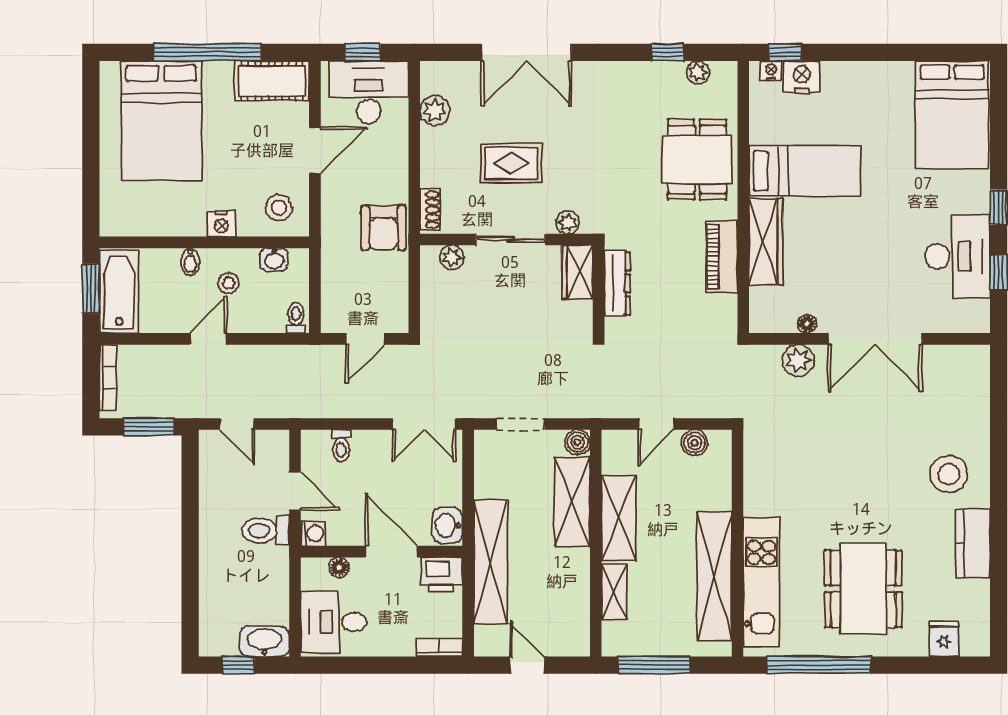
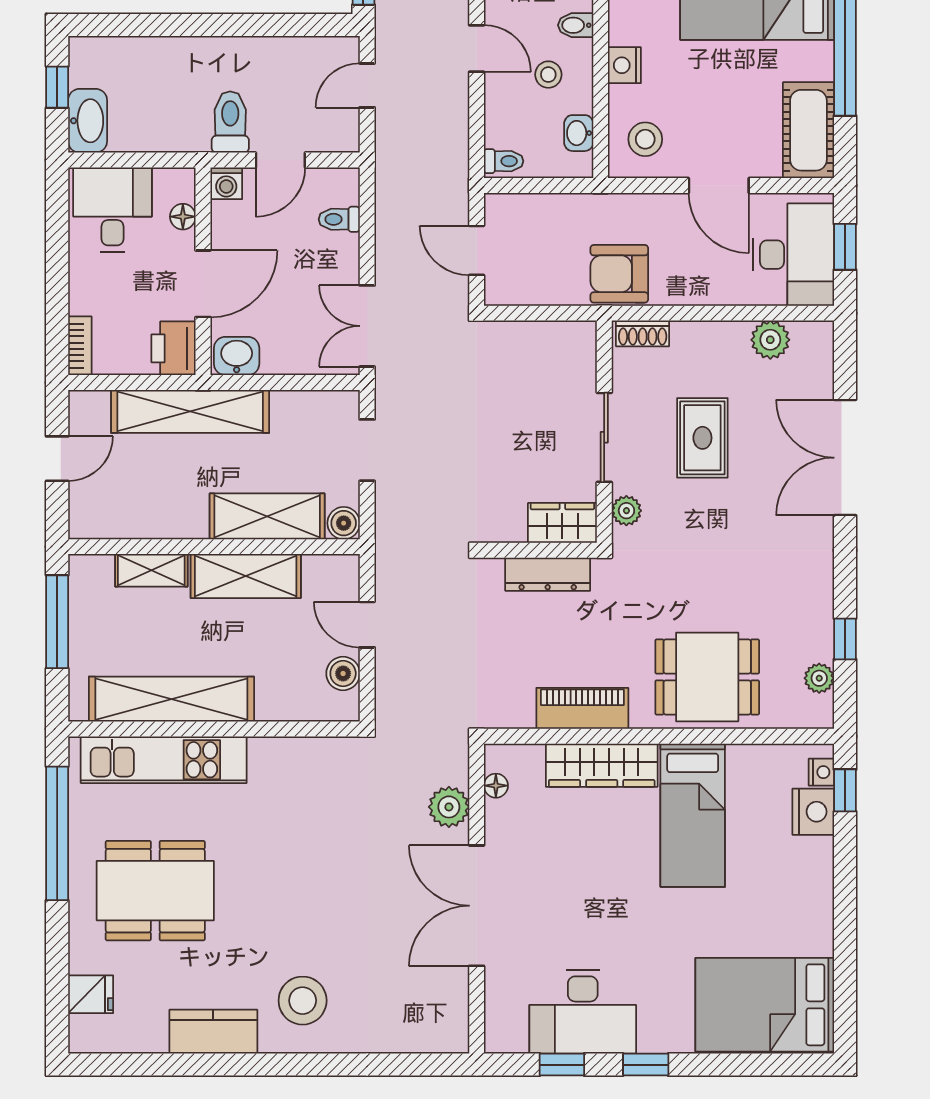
plant: (452, 257) -> (581, 362), removed
floor lamp: (807, 324) -> (496, 786), moved

